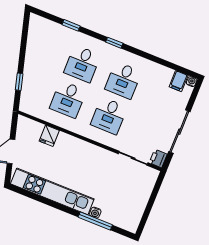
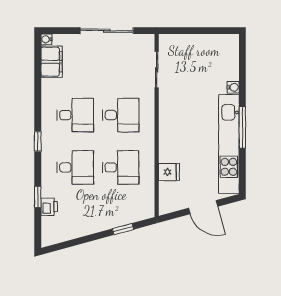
filing cabinet: (179, 81) -> (52, 62), width x2.00
printer: (158, 158) -> (49, 207), moved, turned -90
window: (95, 221) -> (242, 127), moved

